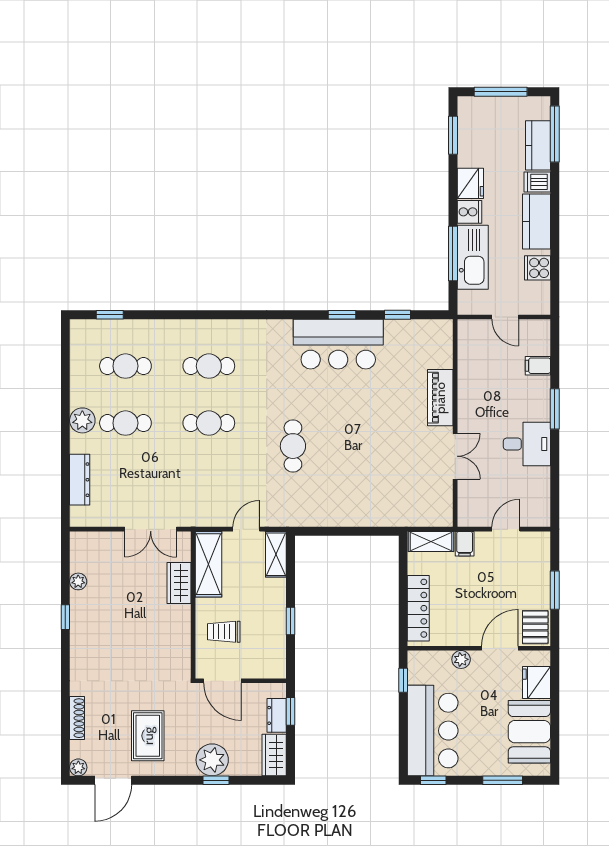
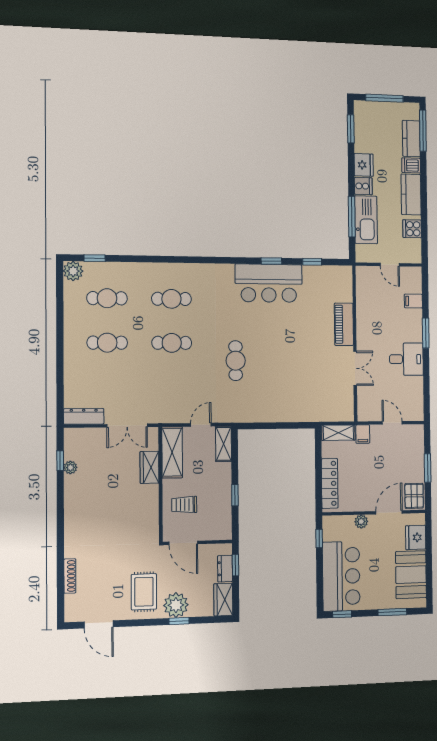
plant: (82, 420) -> (73, 271), moved
dresser: (80, 480) -> (84, 416), moved, turned -90
door: (506, 529) -> (392, 423), hinge flipped
window: (65, 617) -> (60, 461), moved
rug: (148, 736) -> (144, 592), moved
plant: (78, 767) -> (71, 615), removed
door: (113, 780) -> (99, 624), hinge flipped

